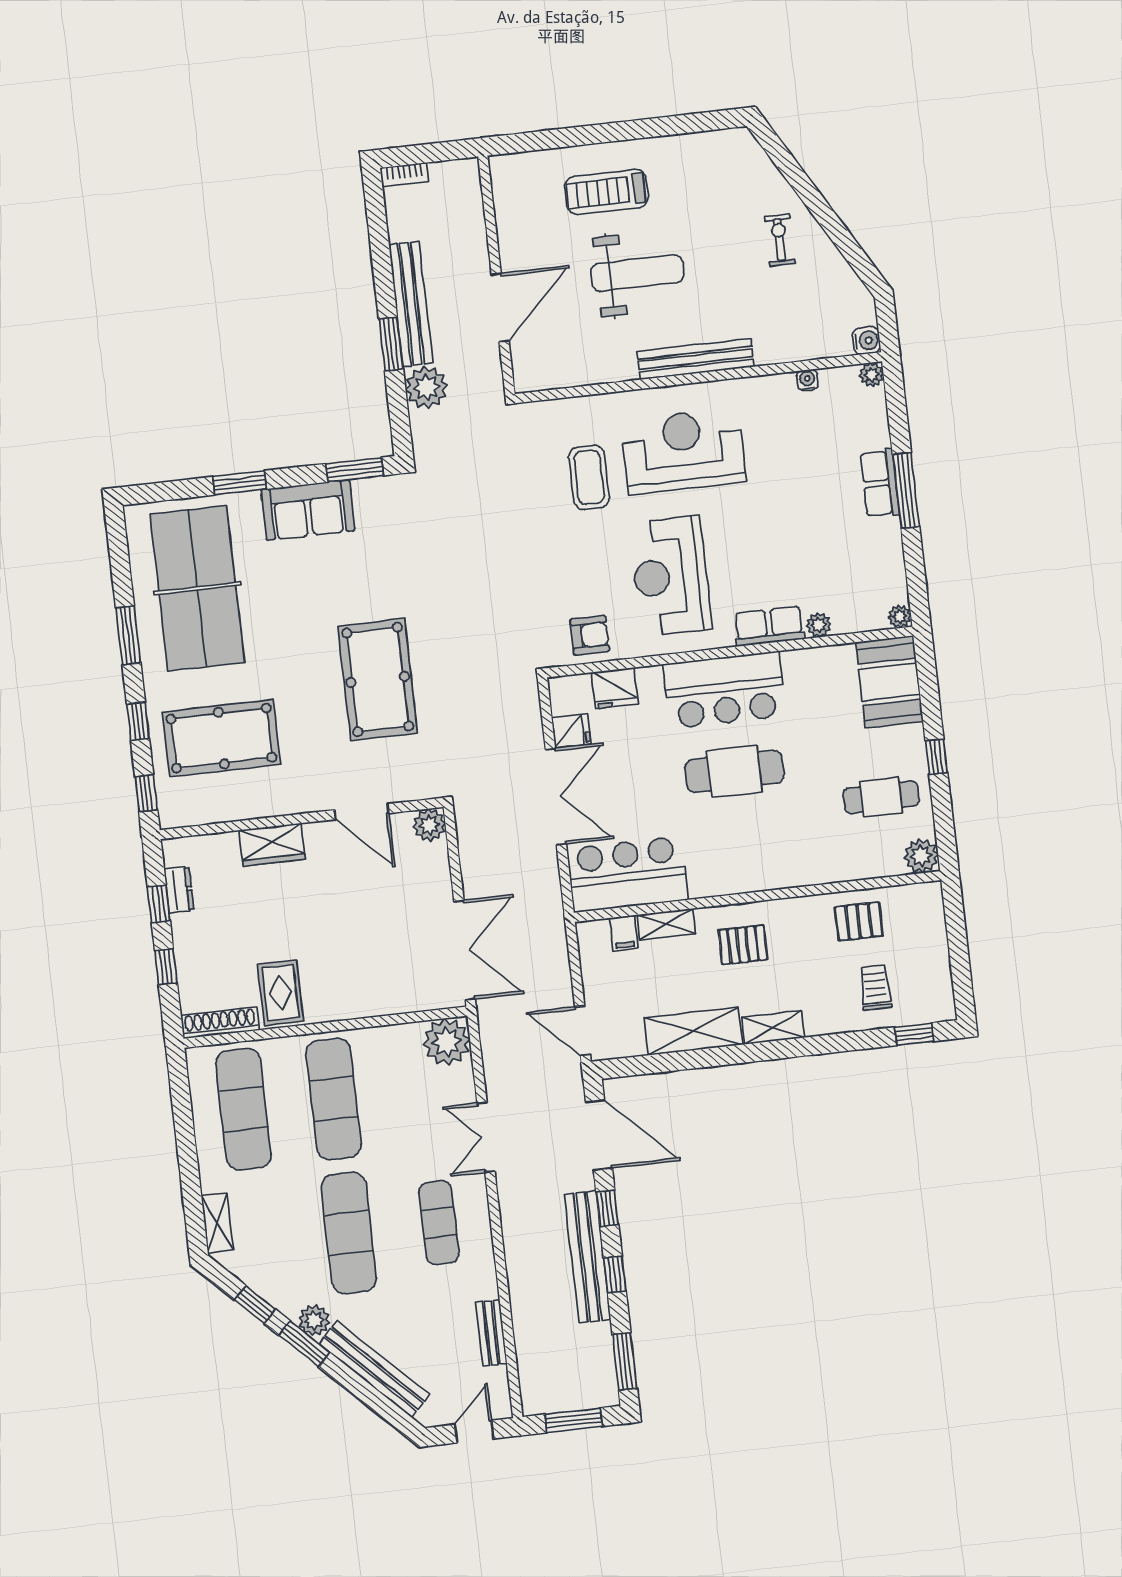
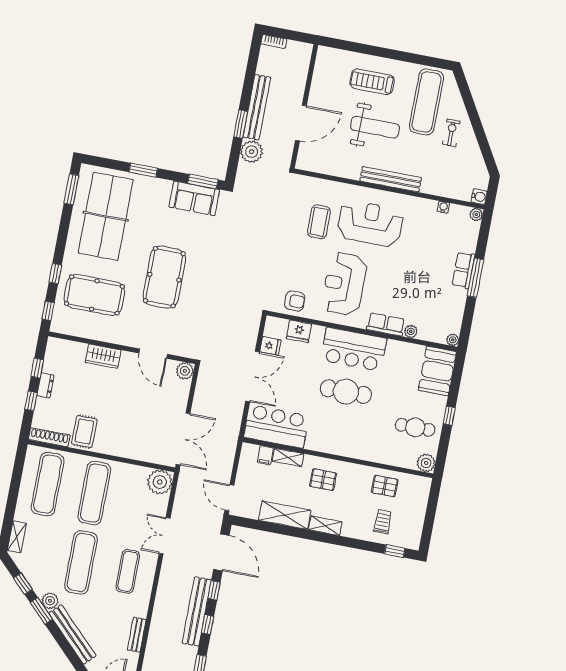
exercise mat: (717, 198) -> (426, 102), added
sofa: (308, 510) -> (194, 198), moved
window: (128, 636) -> (71, 189), moved
pool table: (378, 679) -> (164, 277), moved
dresser: (179, 890) -> (45, 385), moved

